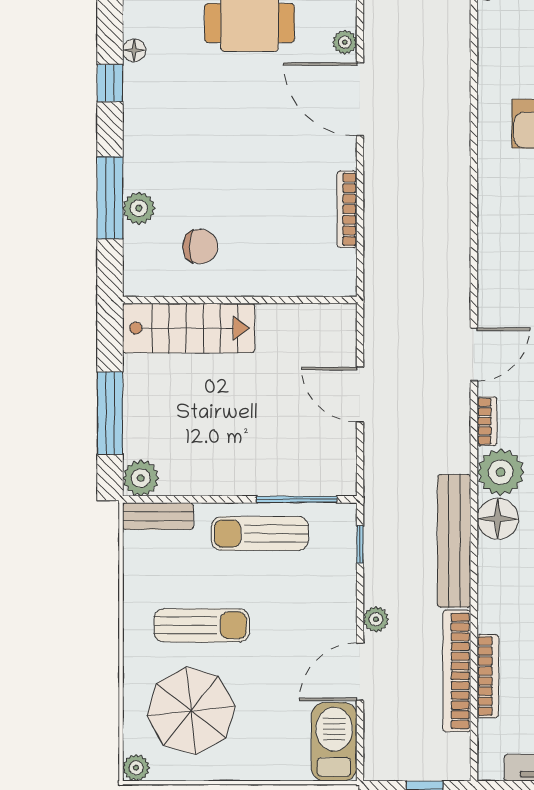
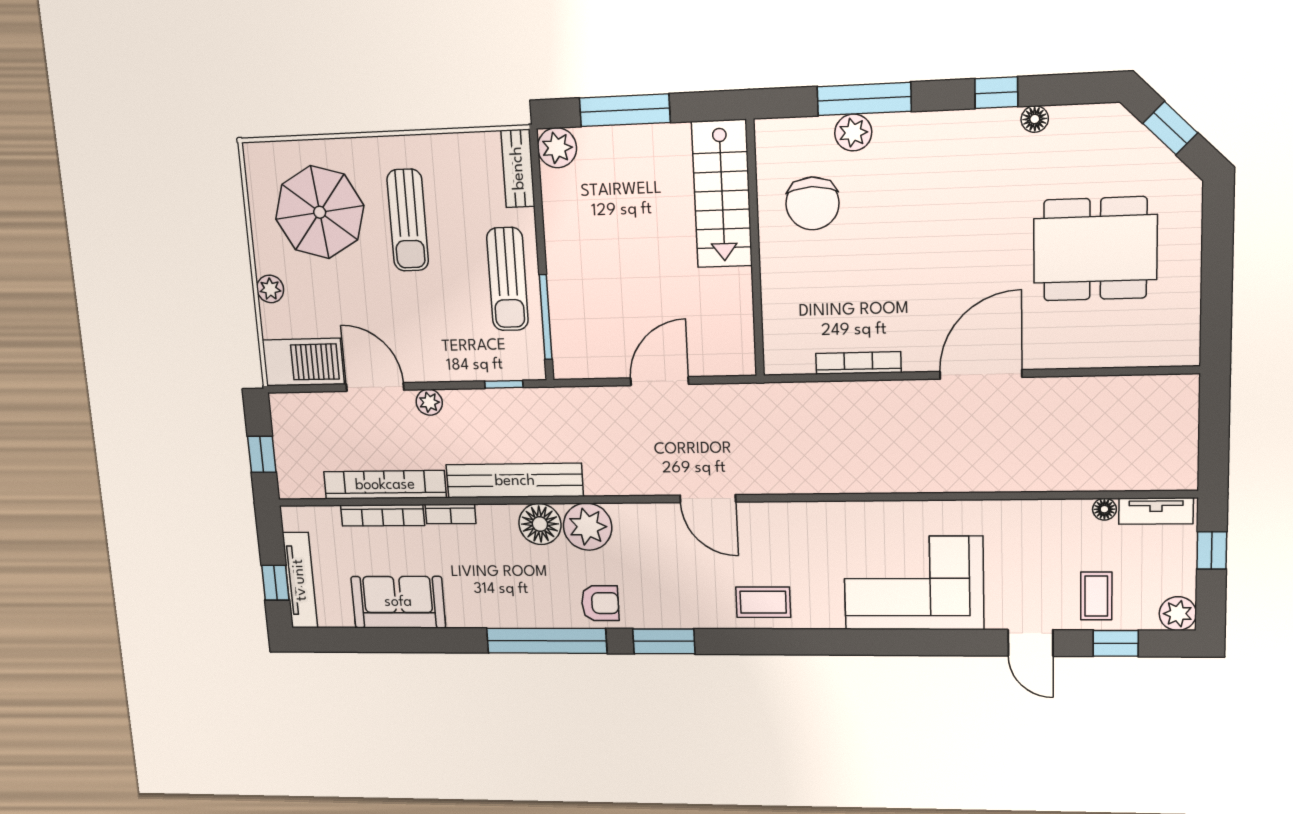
plant: (345, 42) -> (1045, 356), removed
chair: (200, 246) -> (812, 203), width x1.37, depth x1.37
bookcase: (487, 421) -> (451, 514), moved
sun lounger: (260, 534) -> (507, 279), turned 180
plant: (136, 768) -> (270, 289), moved

